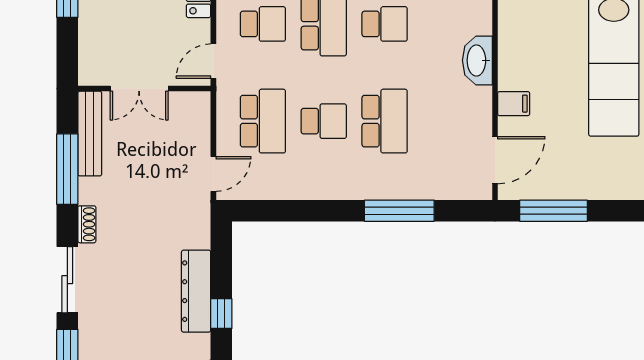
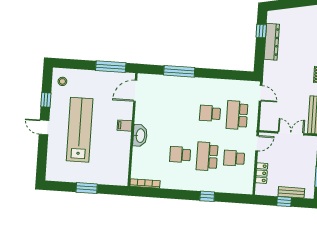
filing cabinet: (514, 104) -> (125, 126), moved
school desk: (385, 121) -> (183, 111), removed
door: (213, 174) -> (261, 93), swing flipped

